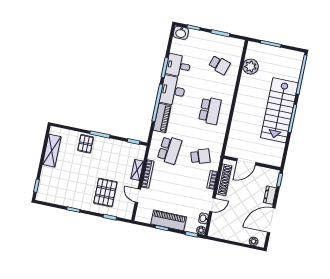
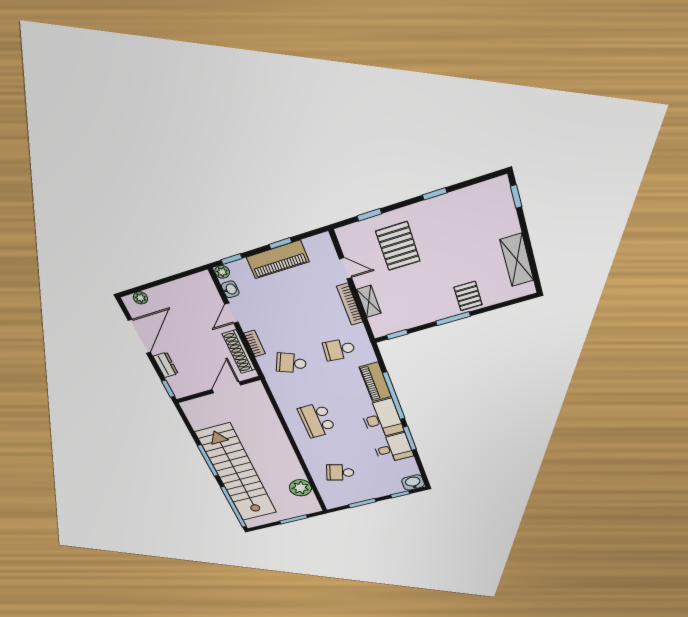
stairs: (279, 110) -> (237, 473), width x1.36
school desk: (169, 150) -> (339, 349), width x0.54
school desk: (200, 156) -> (291, 363), turned 42

